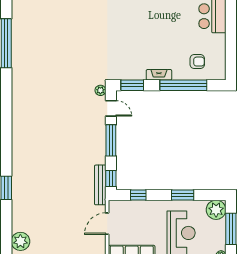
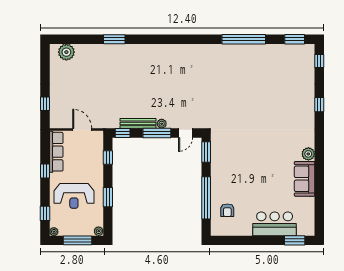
fireplace: (159, 75) -> (216, 176), removed
plant: (100, 90) -> (162, 124), moved
bench: (100, 185) -> (138, 123), moved
plant: (216, 210) -> (99, 231), width x0.53, depth x0.53

